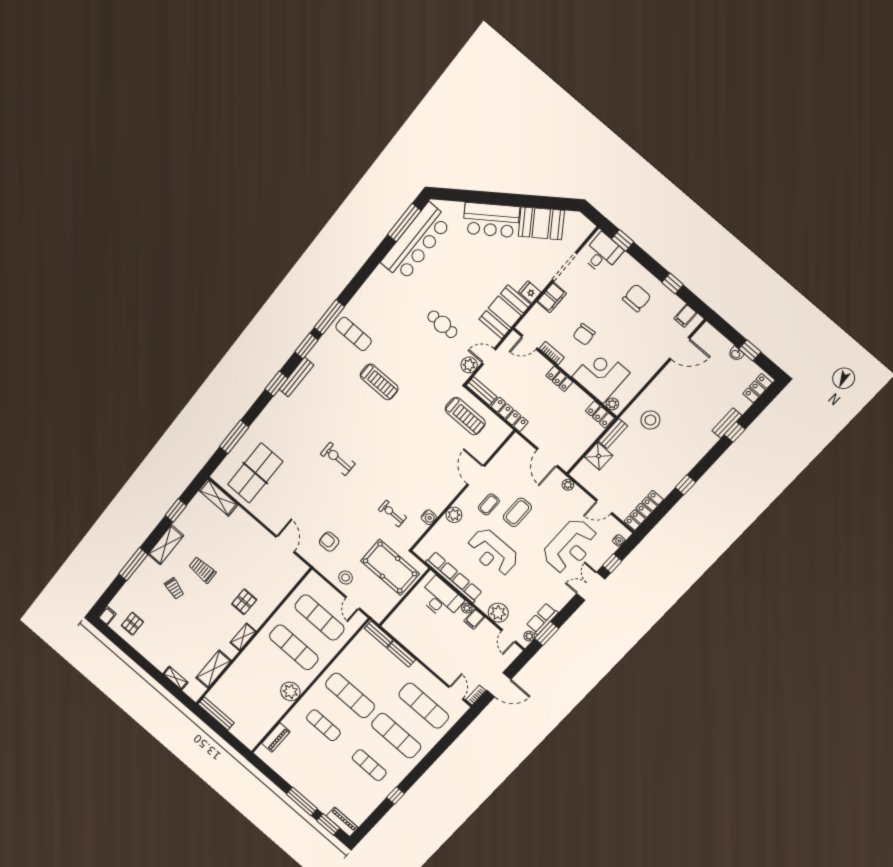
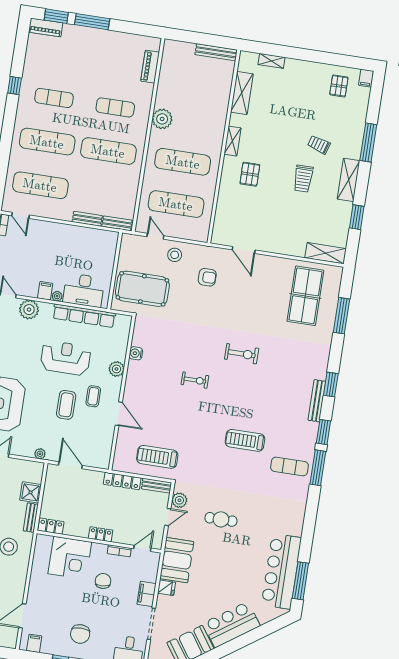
plant: (612, 404) -> (46, 541), removed
exercise bike: (392, 513) -> (195, 380), moved
trolley: (202, 570) -> (303, 179), turned 90

